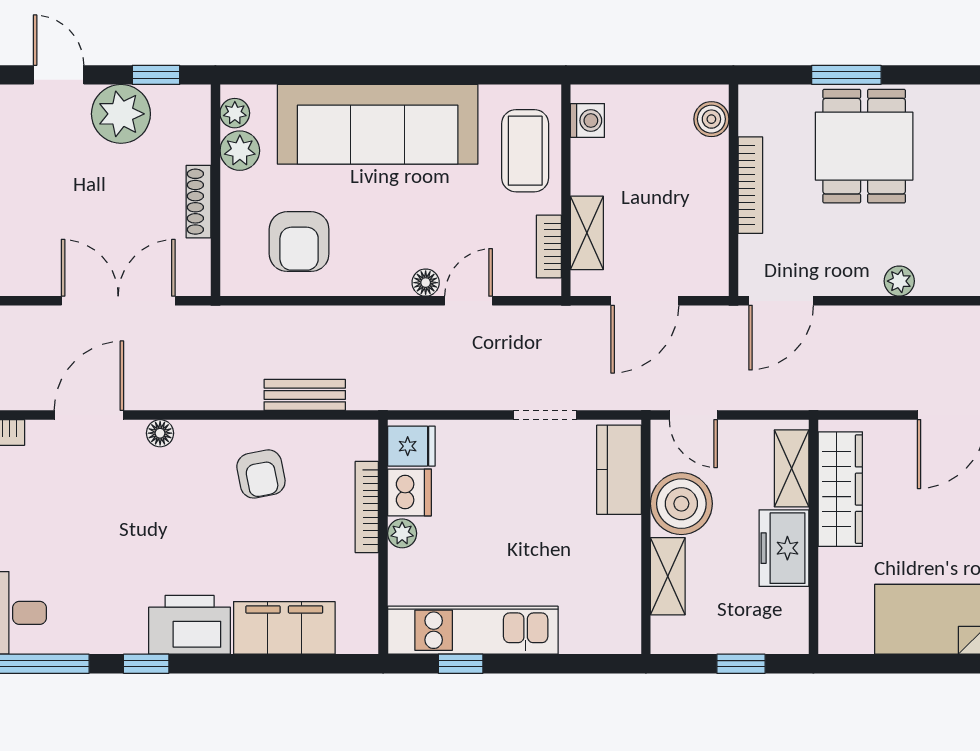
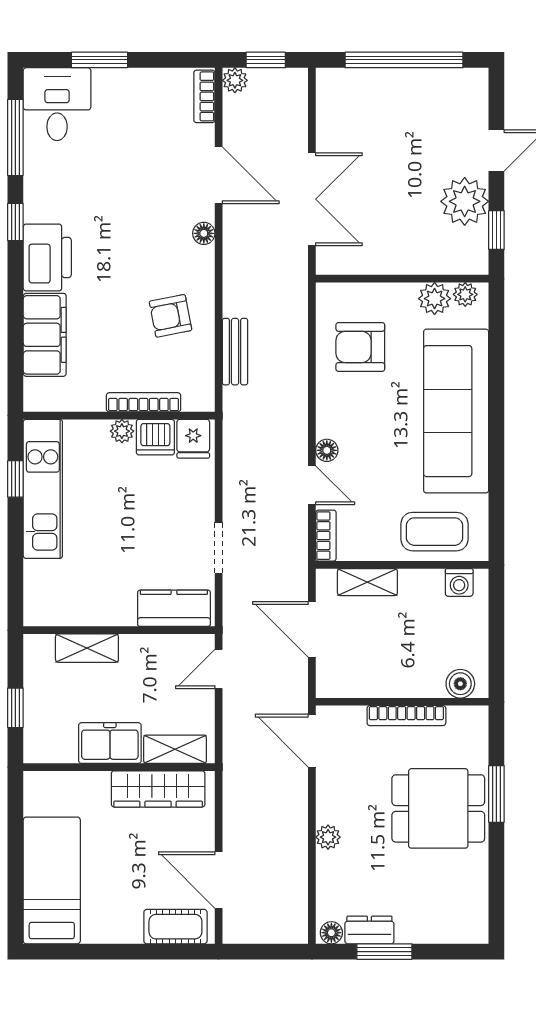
shoe rack: (199, 202) -> (393, 265), removed
bookcase: (549, 247) -> (326, 536), moved, turned 90
boiler: (681, 504) -> (146, 659), removed

